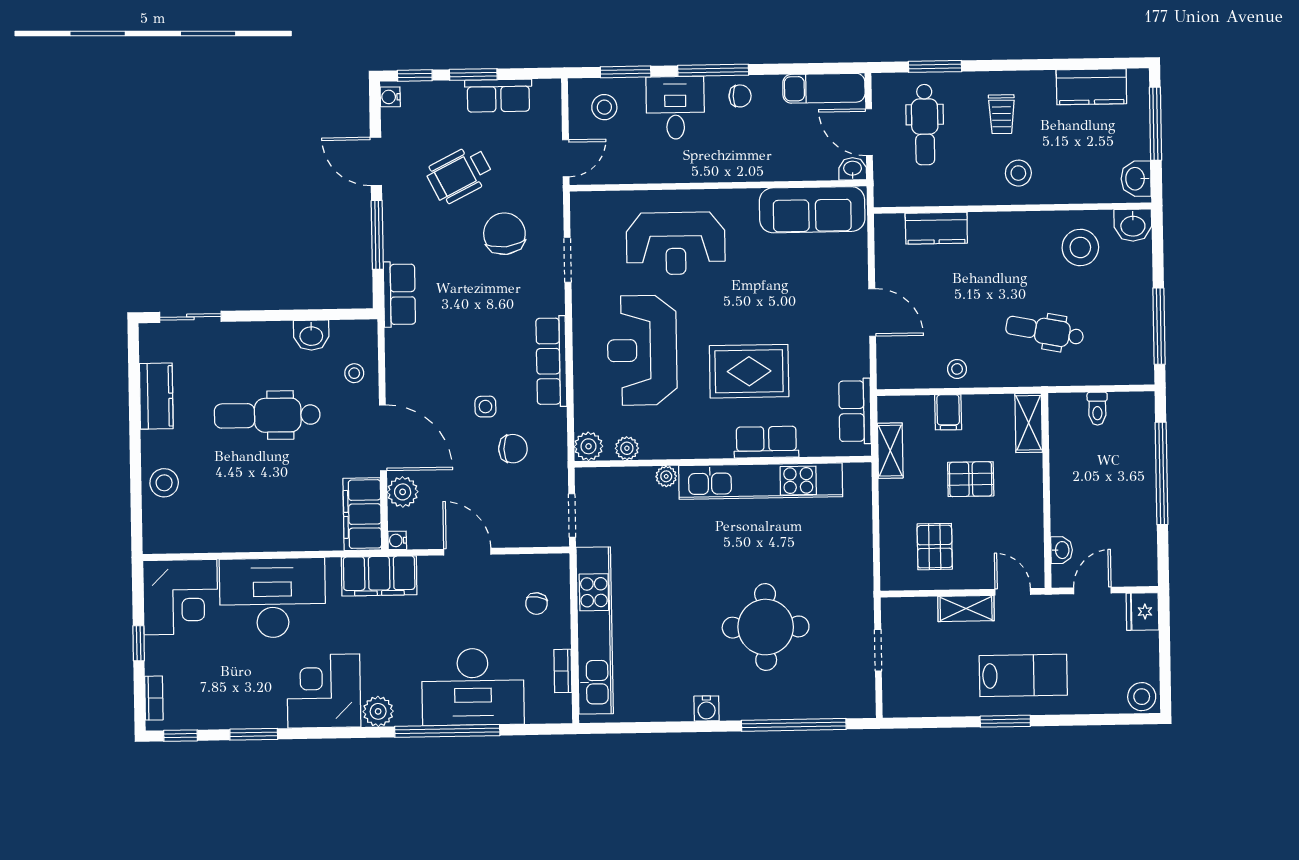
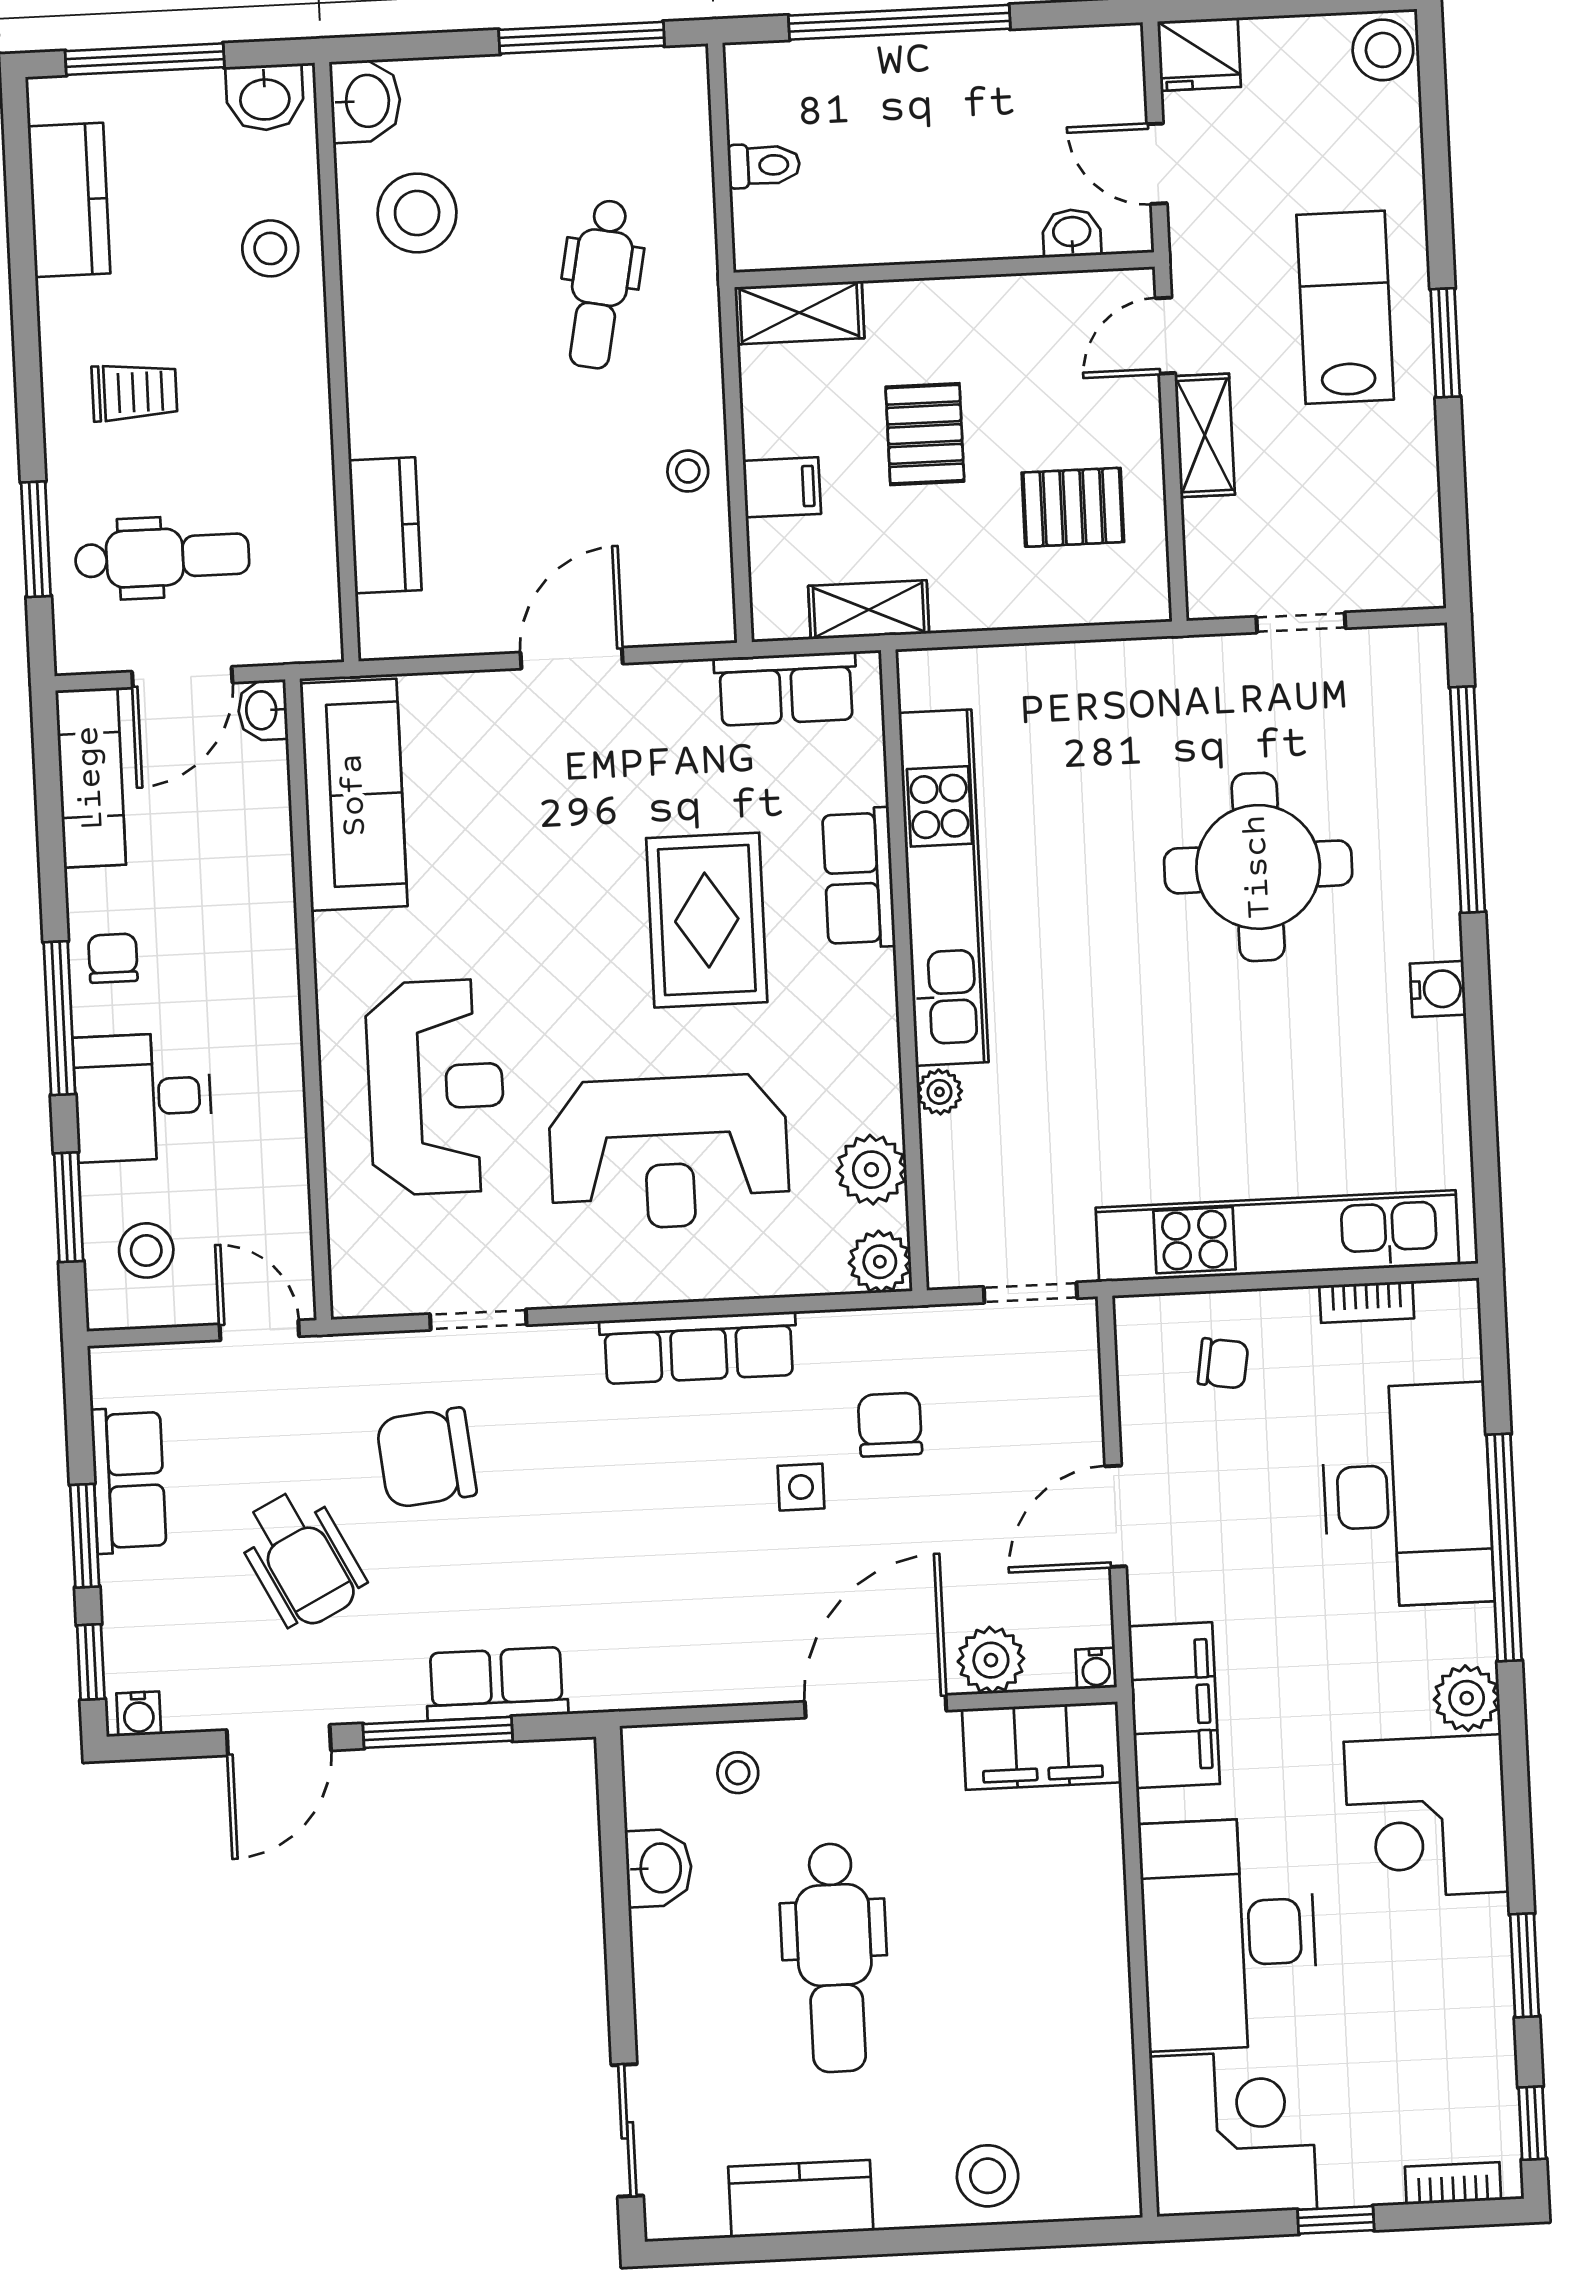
stool: (1018, 173) -> (270, 248), moved
row of seats: (399, 294) -> (497, 1684), moved
plant: (627, 448) -> (871, 1170), width x1.38, depth x1.38

